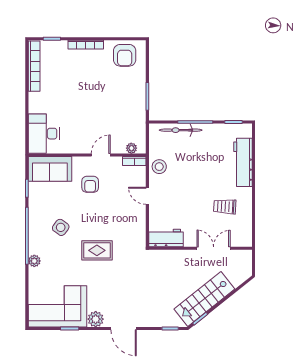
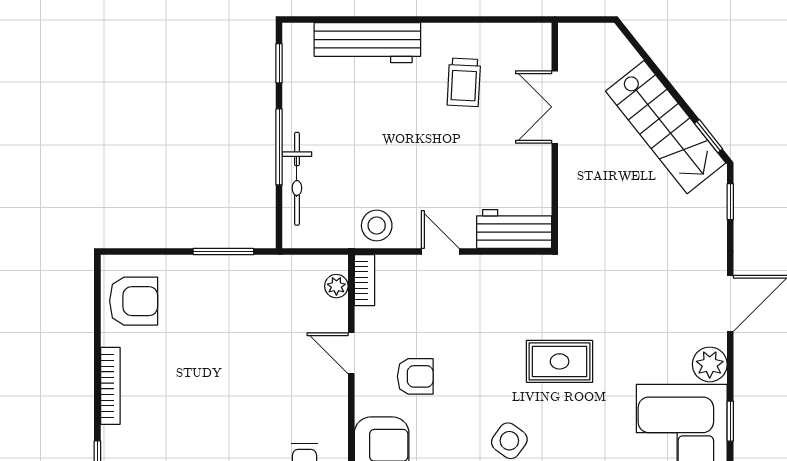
door: (147, 196) -> (440, 251), swing flipped
workbench: (166, 238) -> (514, 229), moved, turned 90
rug: (97, 250) -> (560, 361), turned 90

